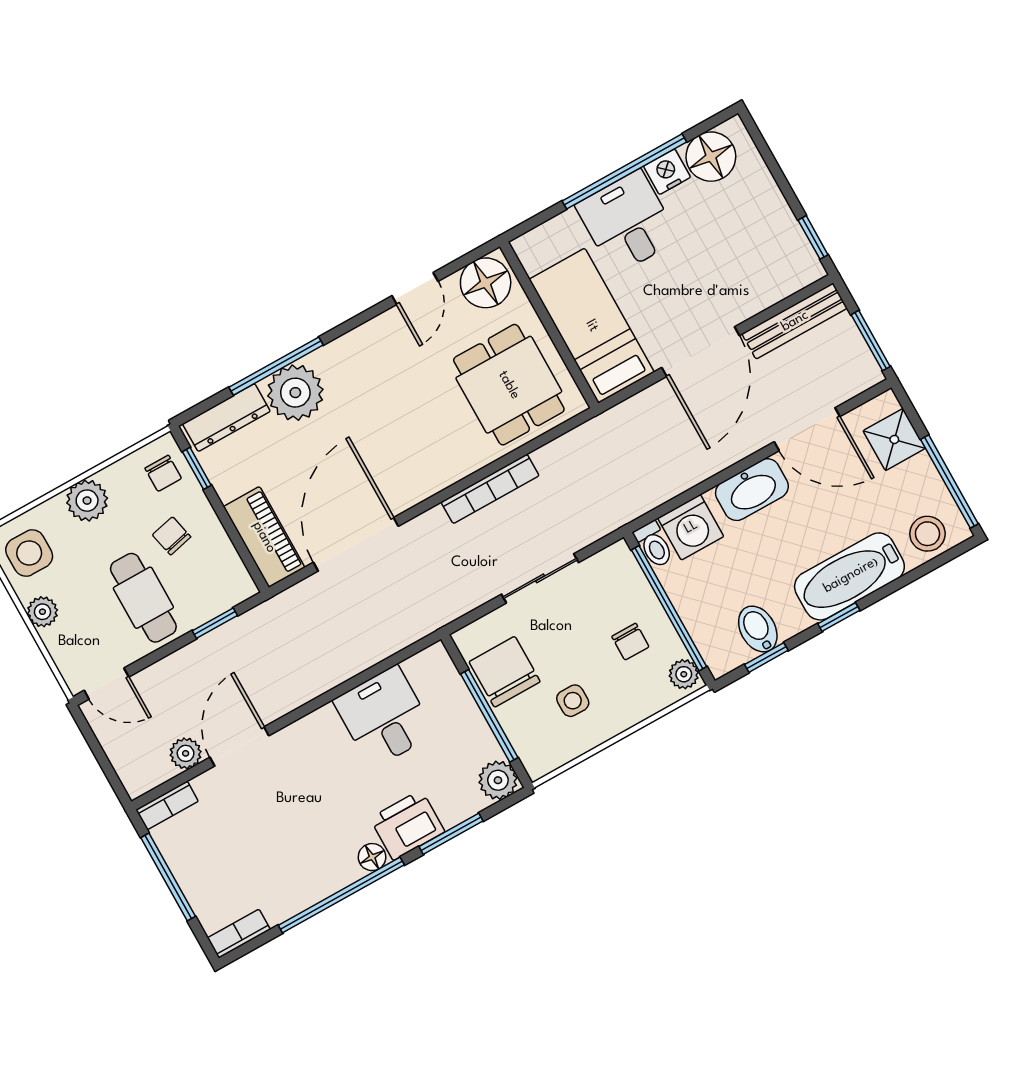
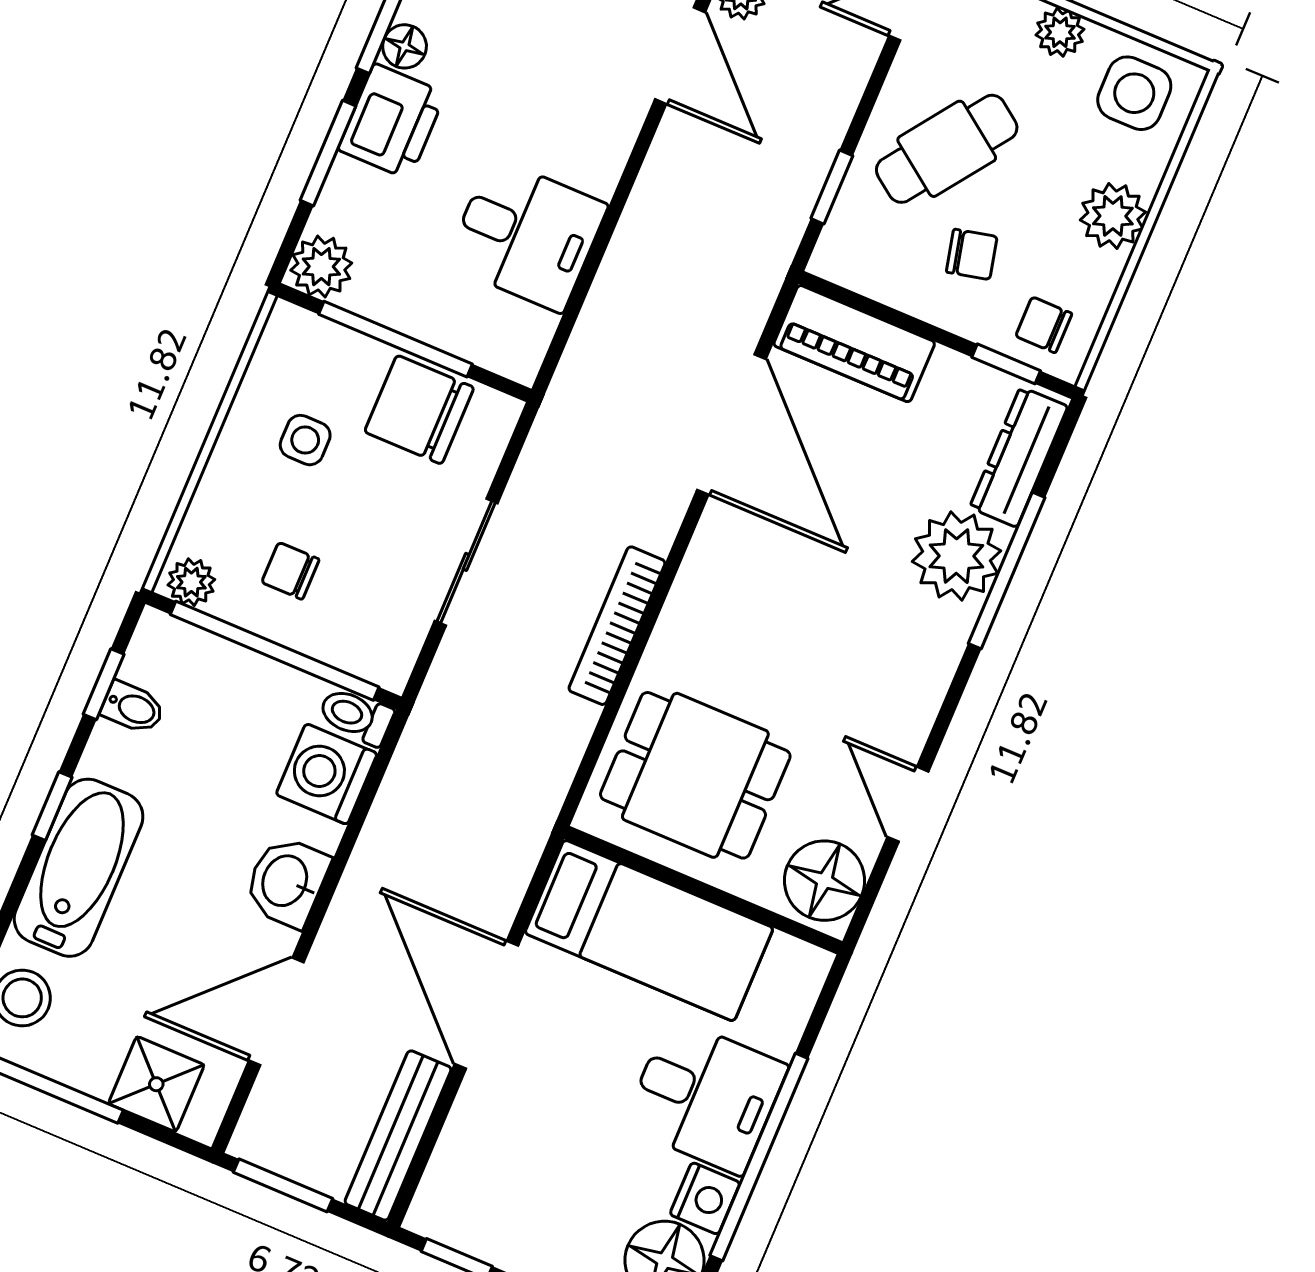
washbasin: (752, 490) -> (287, 881), width x0.72
cafe table: (143, 598) -> (947, 149), turned -54
bidet: (758, 629) -> (133, 708), width x0.72, depth x0.74
chair: (505, 672) -> (419, 410), turned 180

